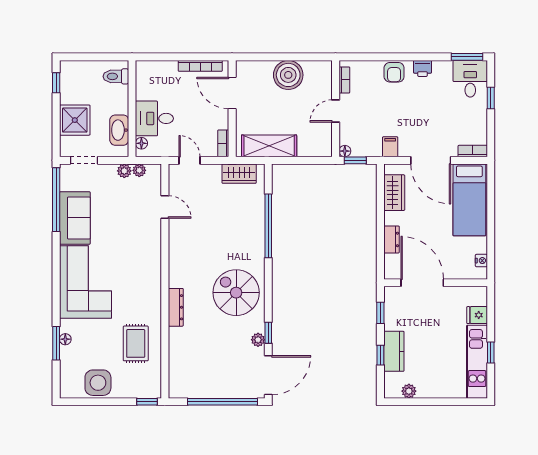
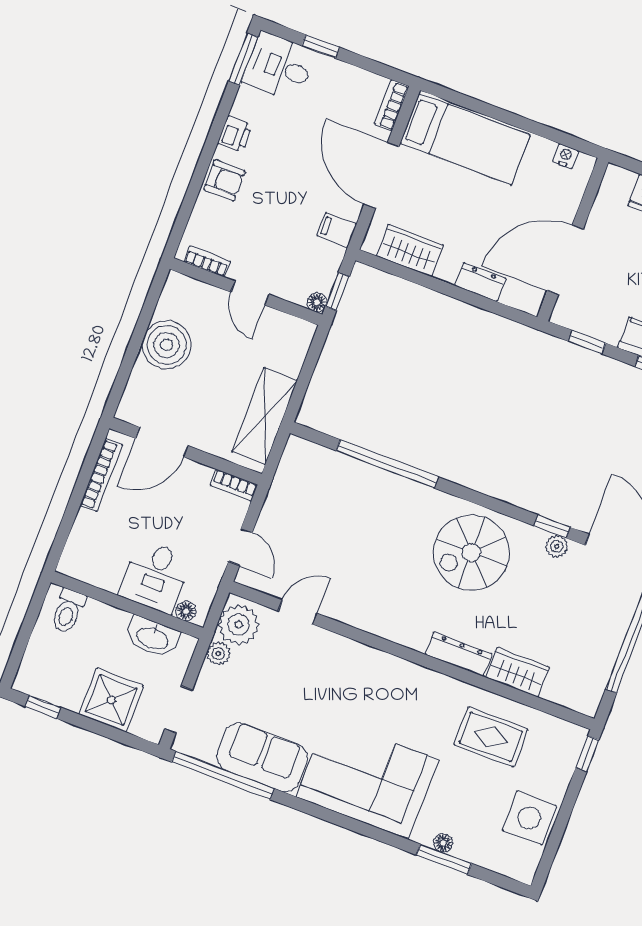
door: (189, 160) -> (240, 547), swing flipped
door: (431, 160) -> (381, 175), swing flipped
plant: (139, 170) -> (239, 625), width x1.88, depth x1.88
wardrobe: (239, 174) -> (518, 672), moved, turned -90

